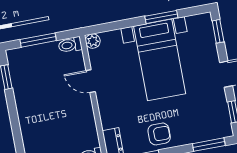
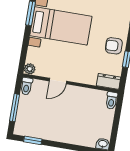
armchair: (159, 134) -> (114, 46), turned -92

